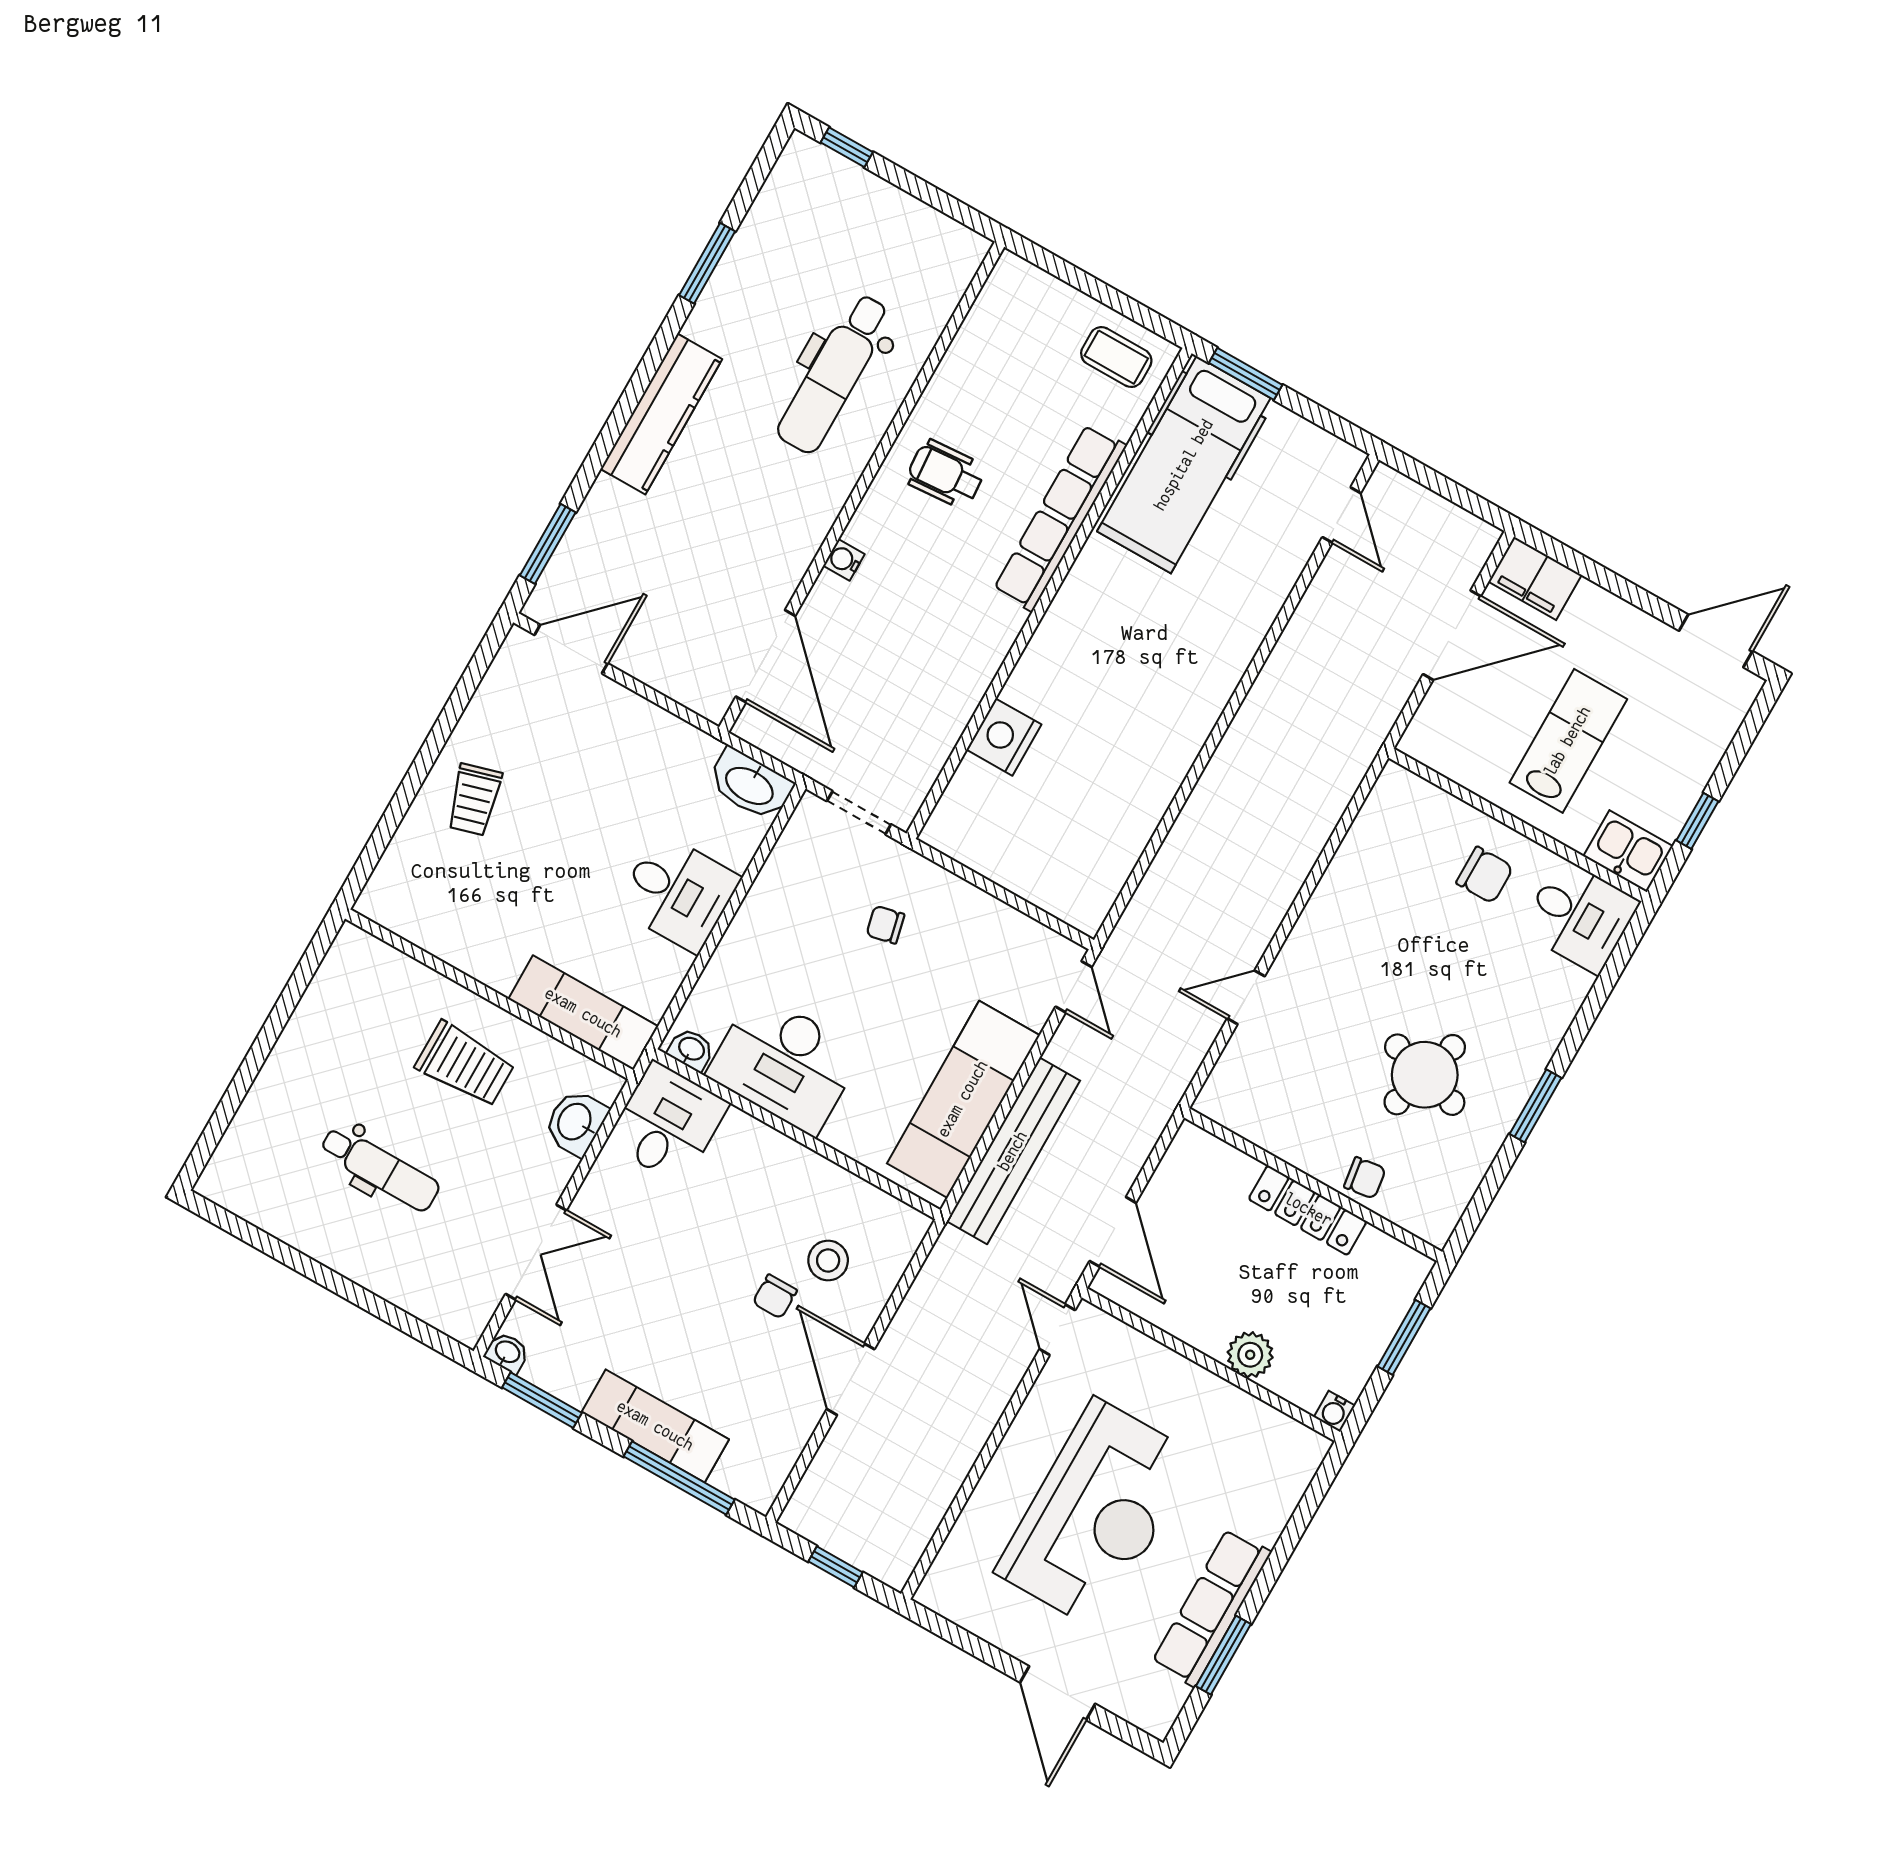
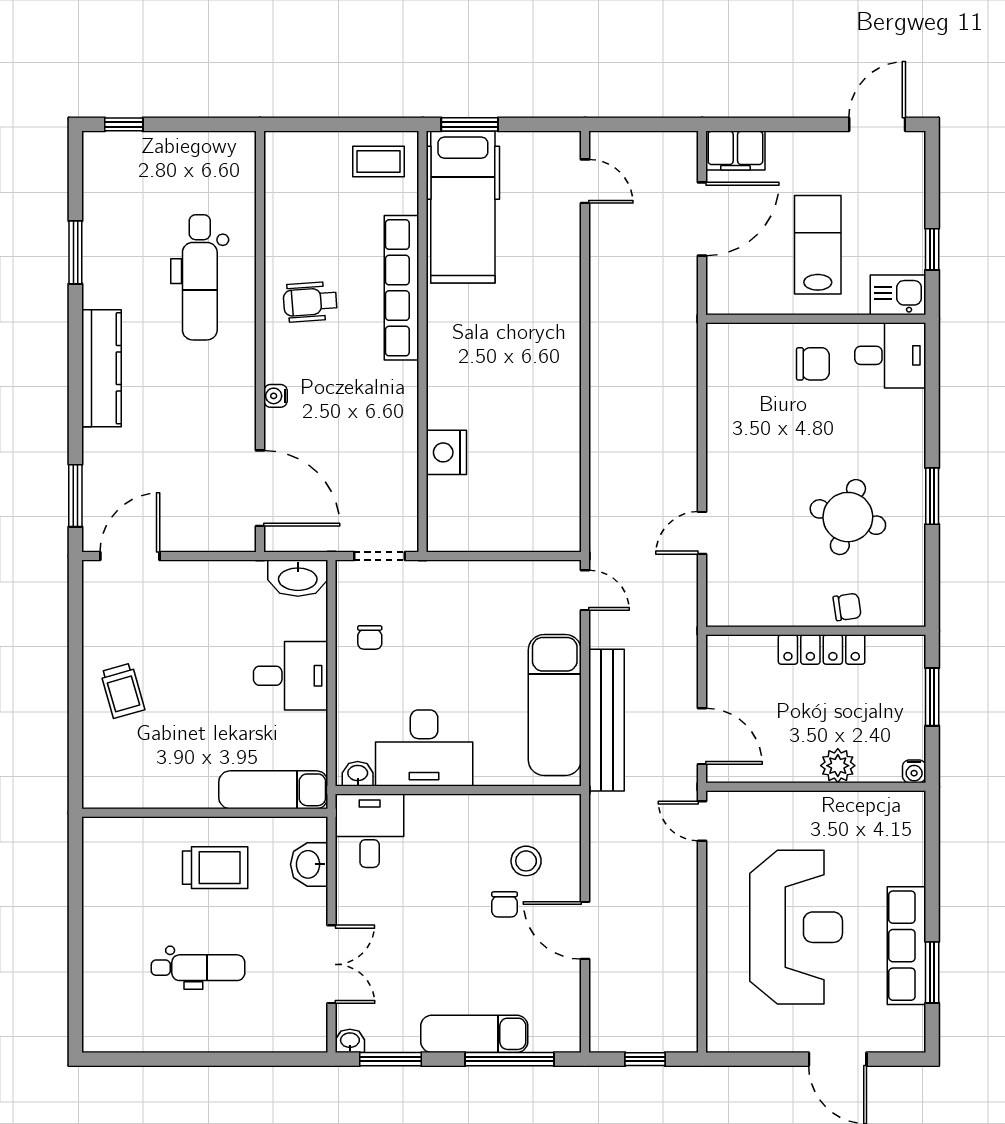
chair: (885, 925) -> (370, 637), moved, turned -77

